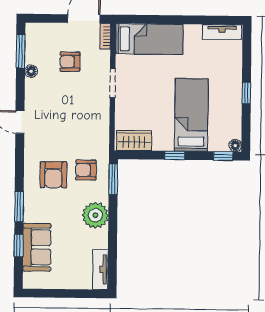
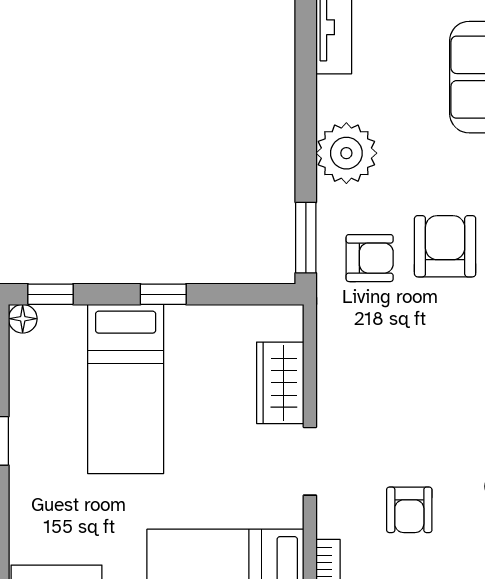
armchair: (70, 62) -> (409, 510), turned 90
wardrobe: (134, 140) -> (280, 383), moved, turned 90

